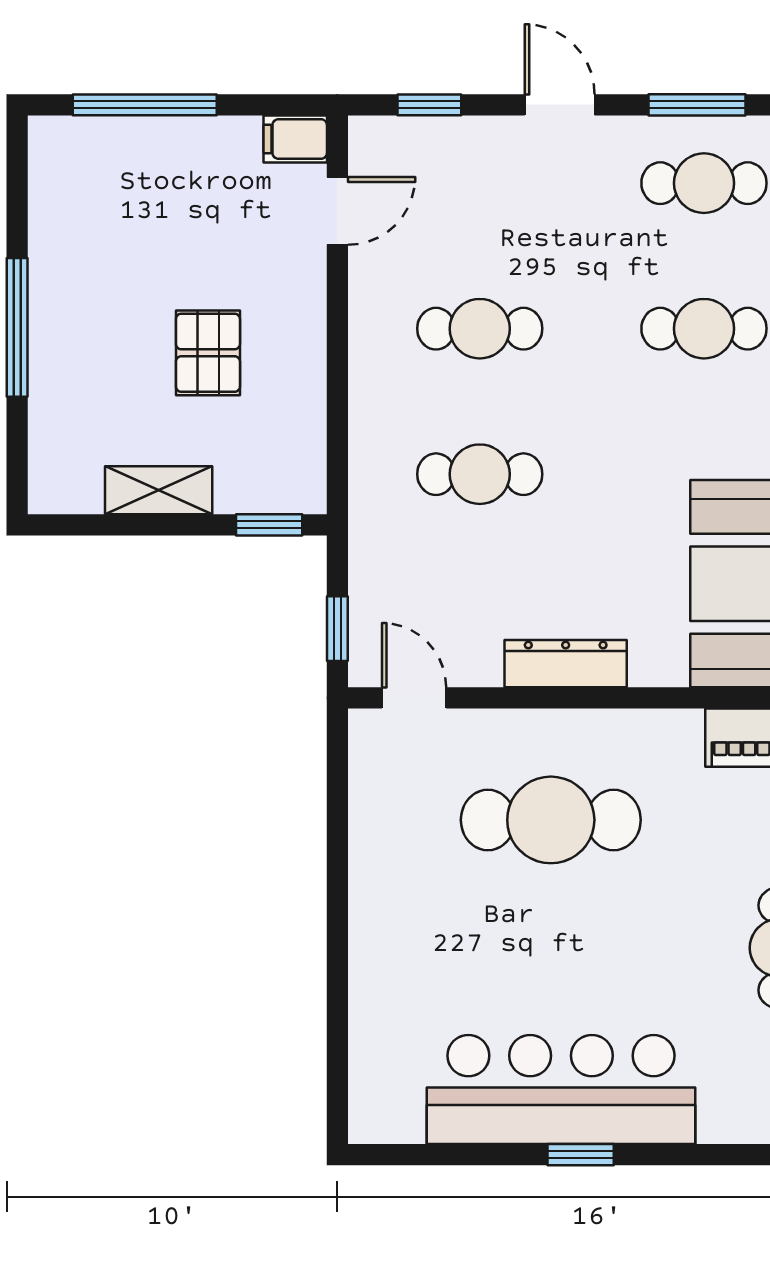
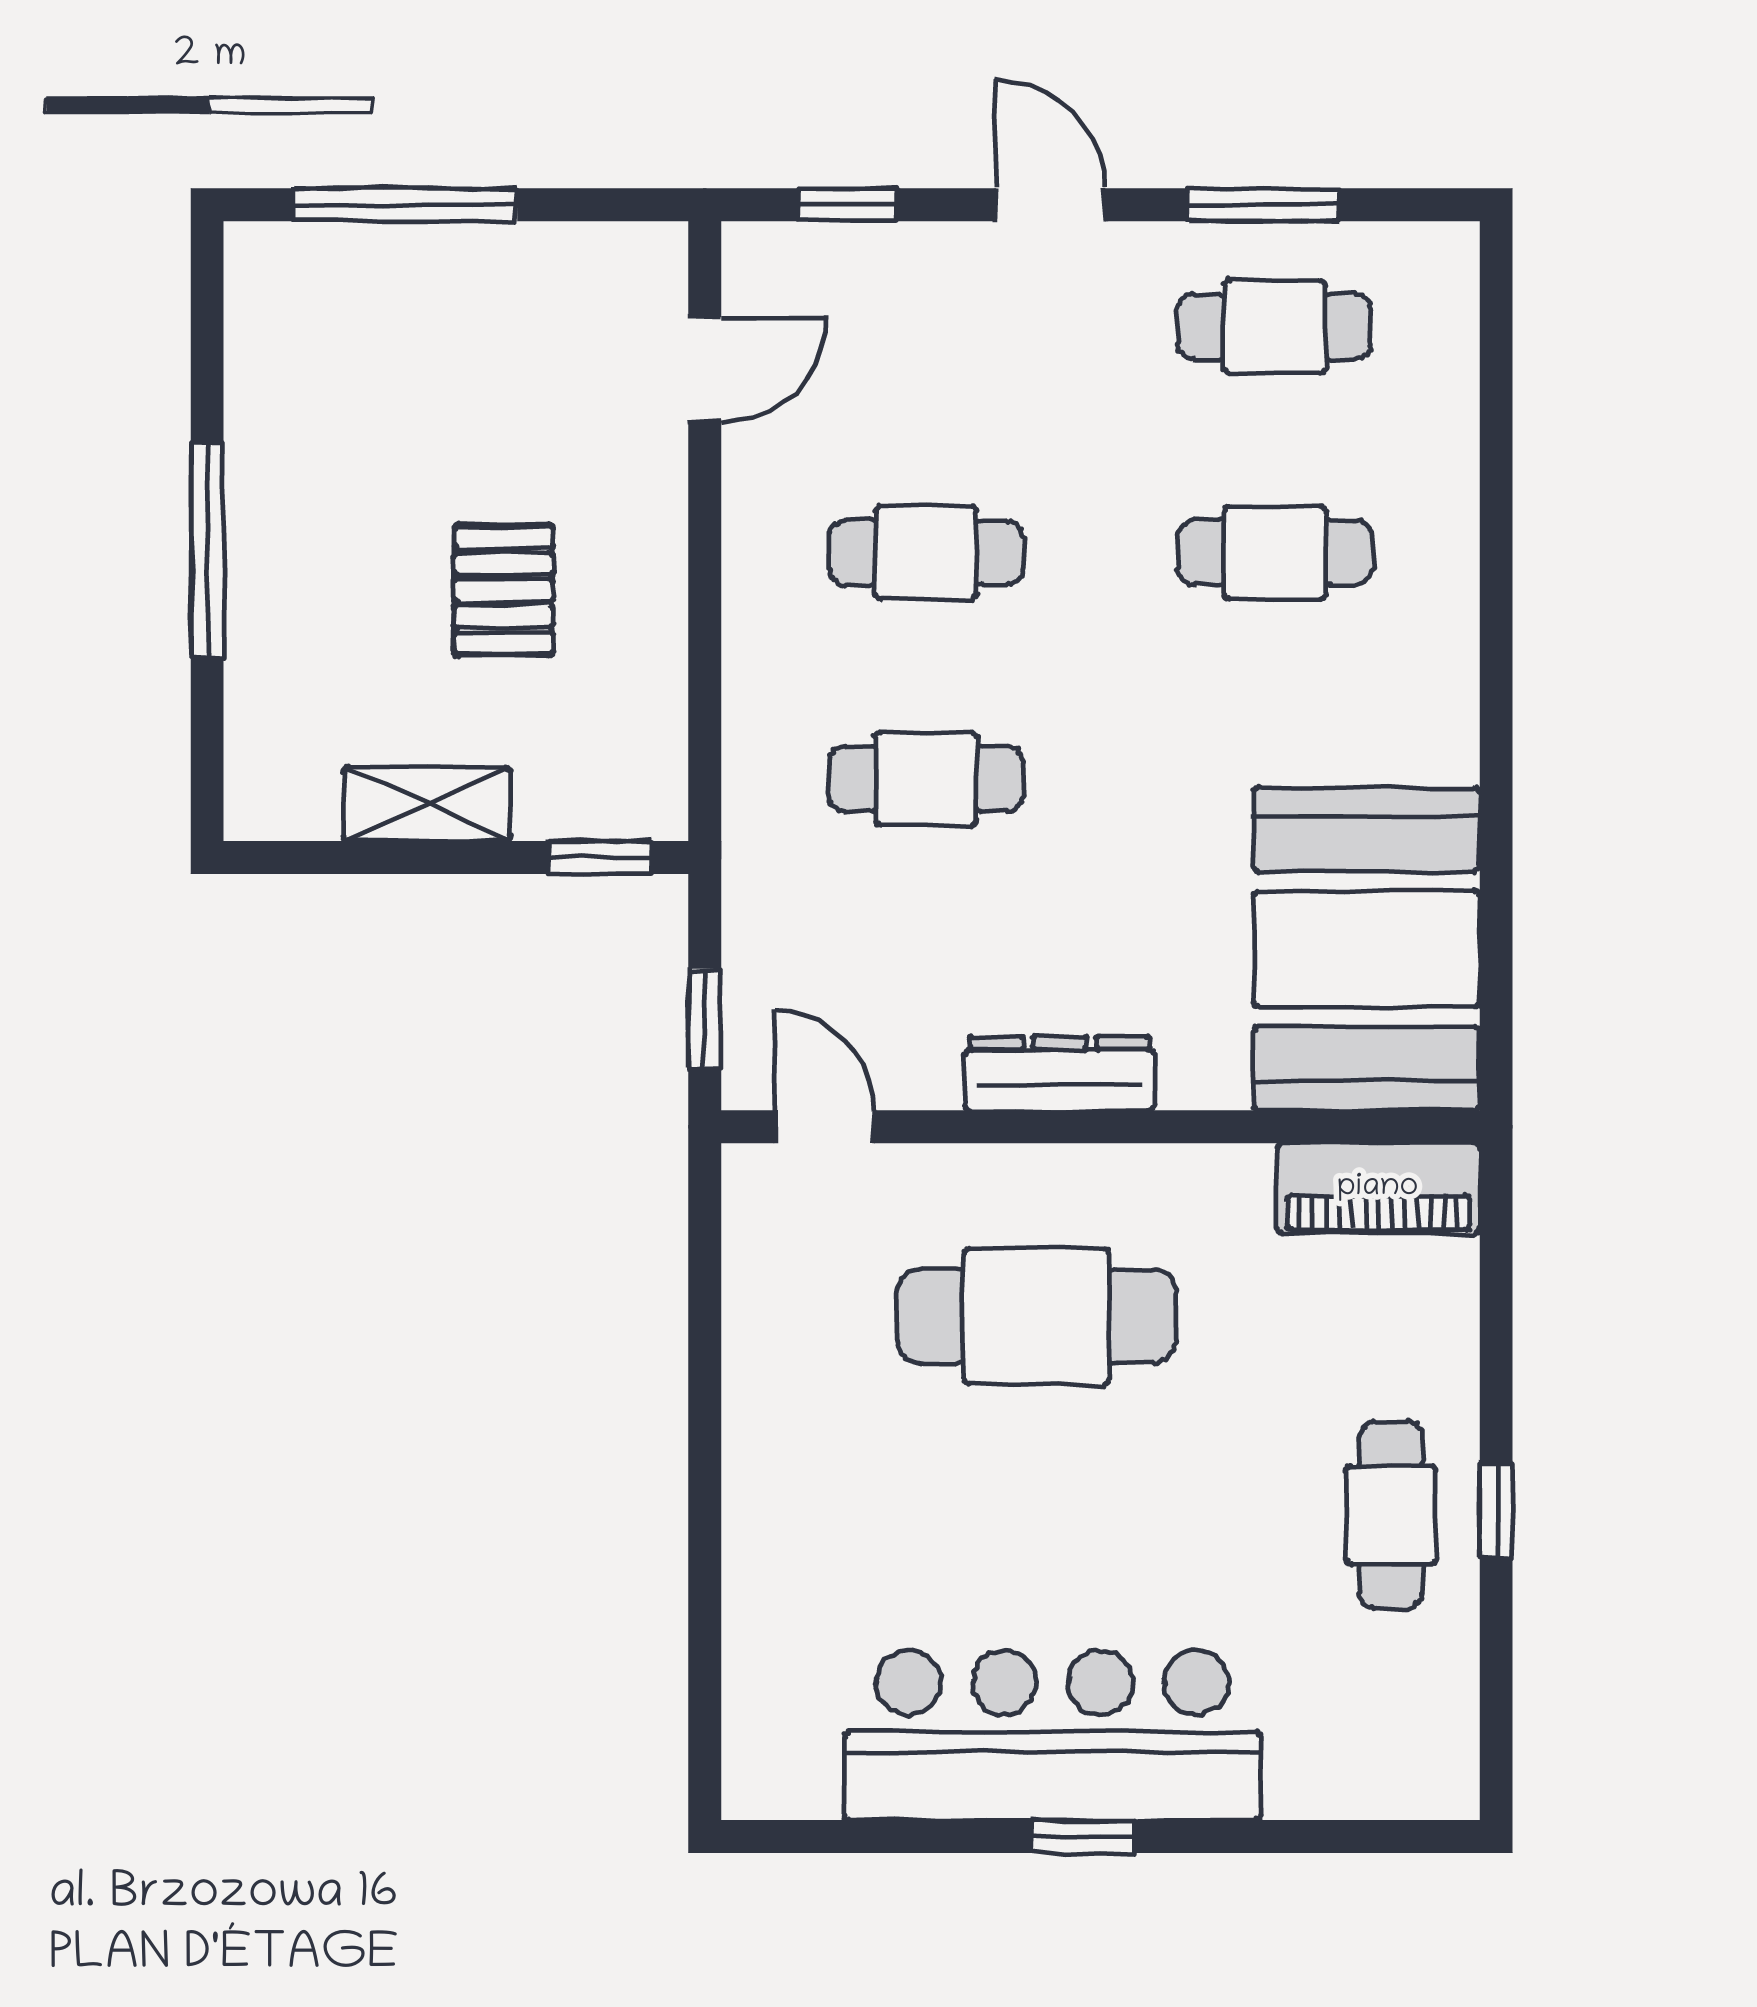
filing cabinet: (295, 139) -> (639, 258), removed

